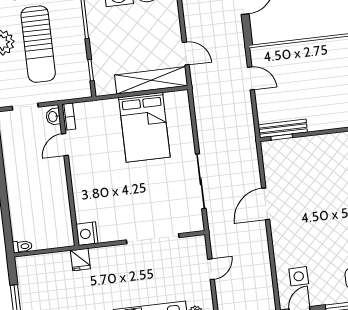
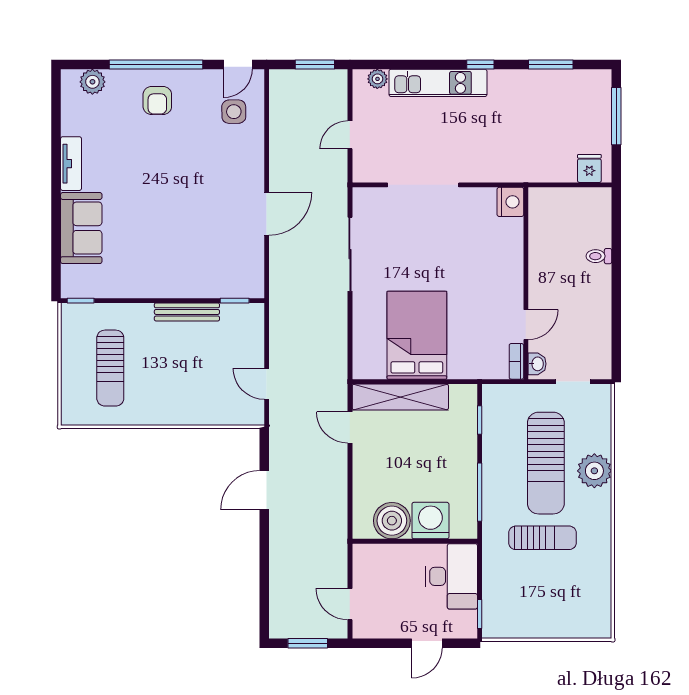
sun lounger: (38, 44) -> (546, 463), turned 180
bench: (283, 128) -> (187, 312), moved
toilet: (22, 246) -> (599, 256), moved
fridge: (80, 259) -> (589, 168), moved

